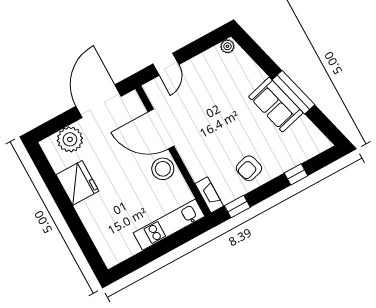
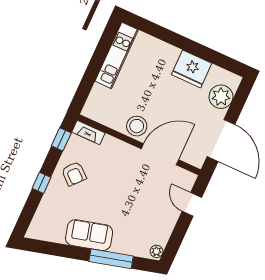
window: (293, 92) -> (111, 259), moved
armchair: (249, 168) -> (74, 174), turned 147
window: (296, 174) -> (41, 183), moved
kitchen unit: (169, 225) -> (117, 55), moved

